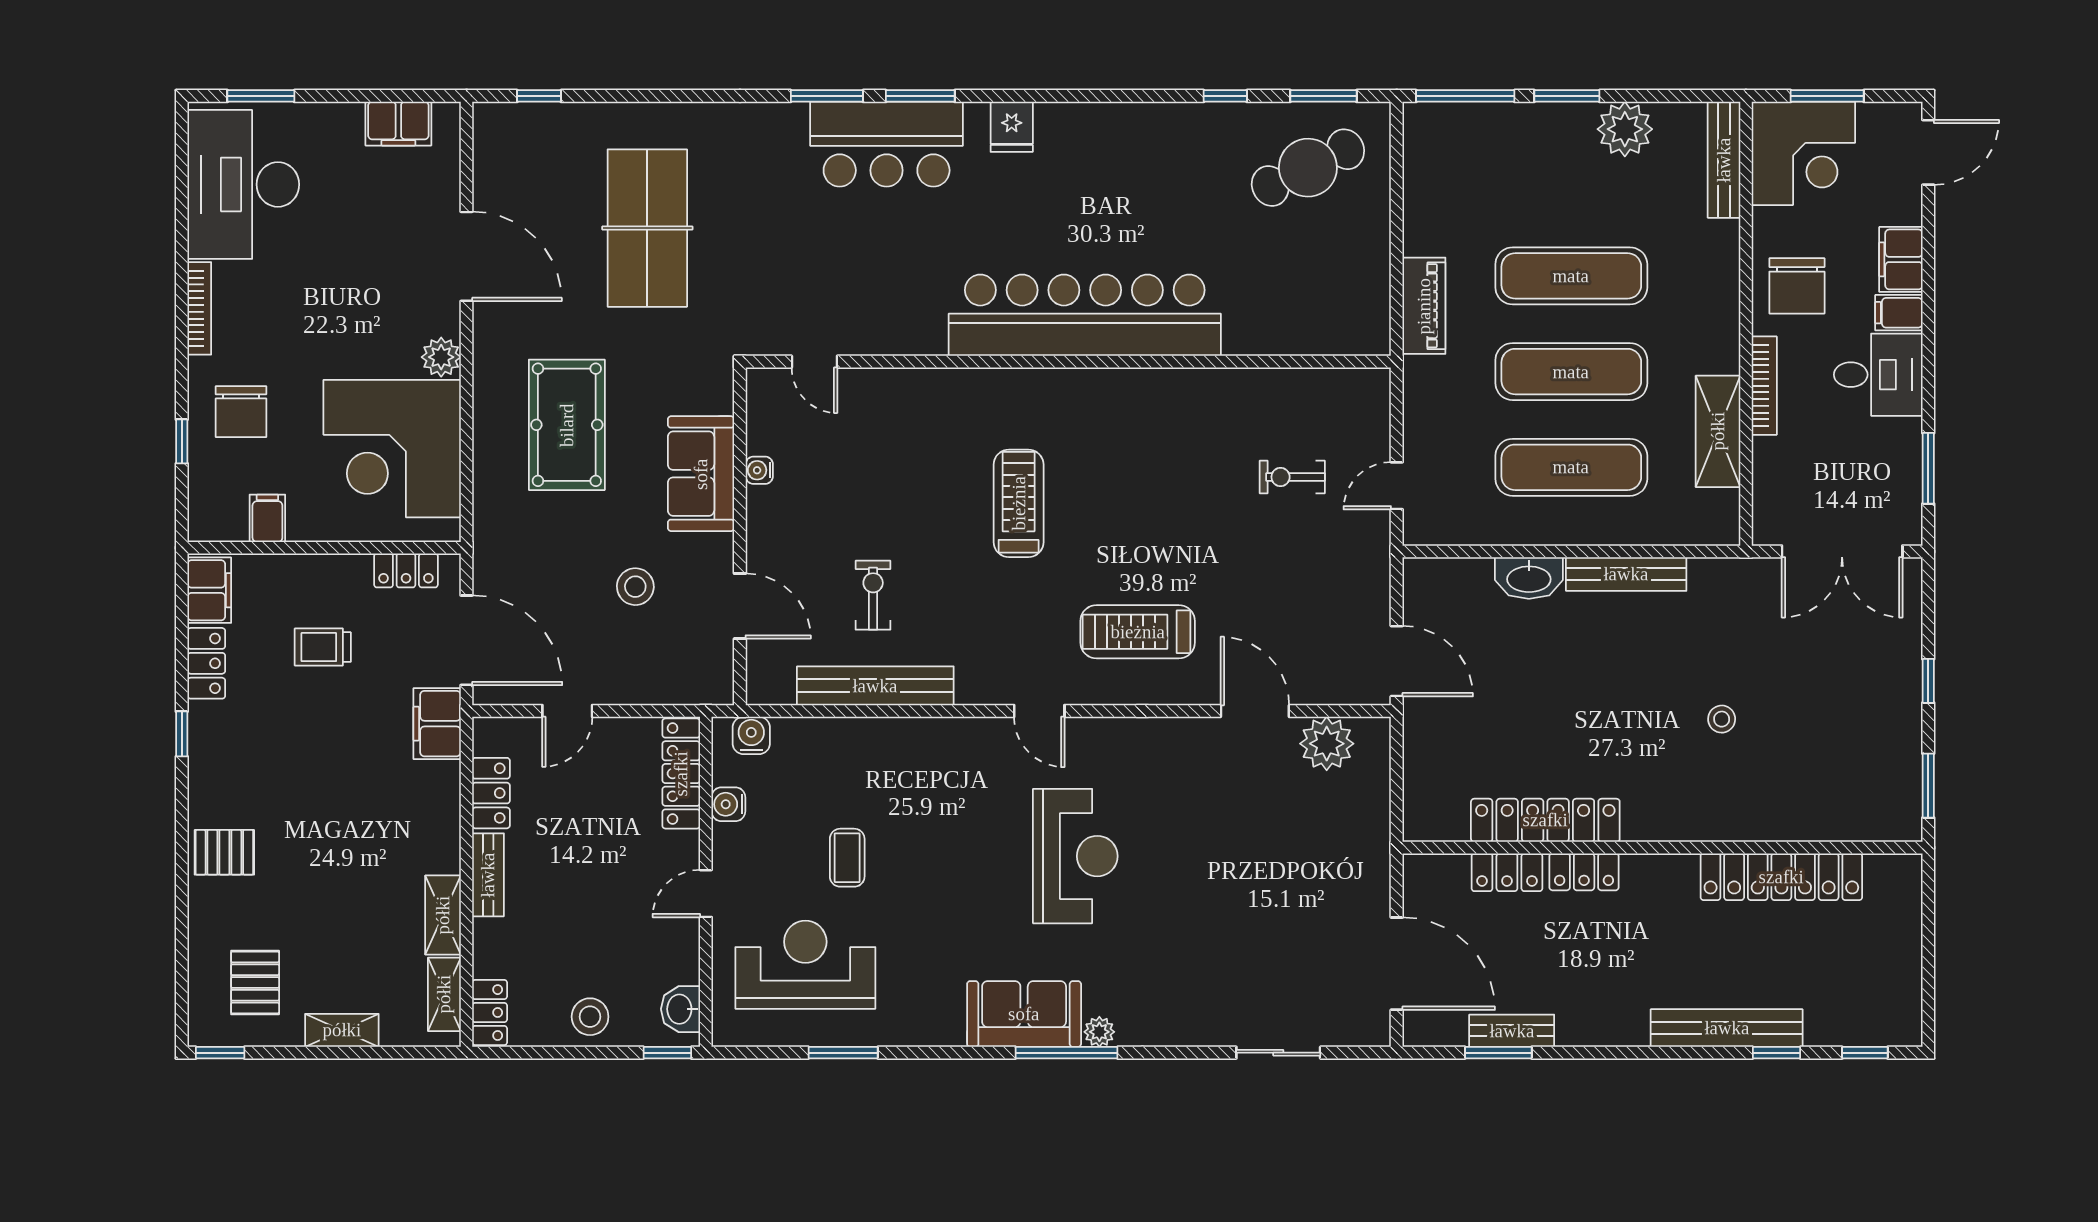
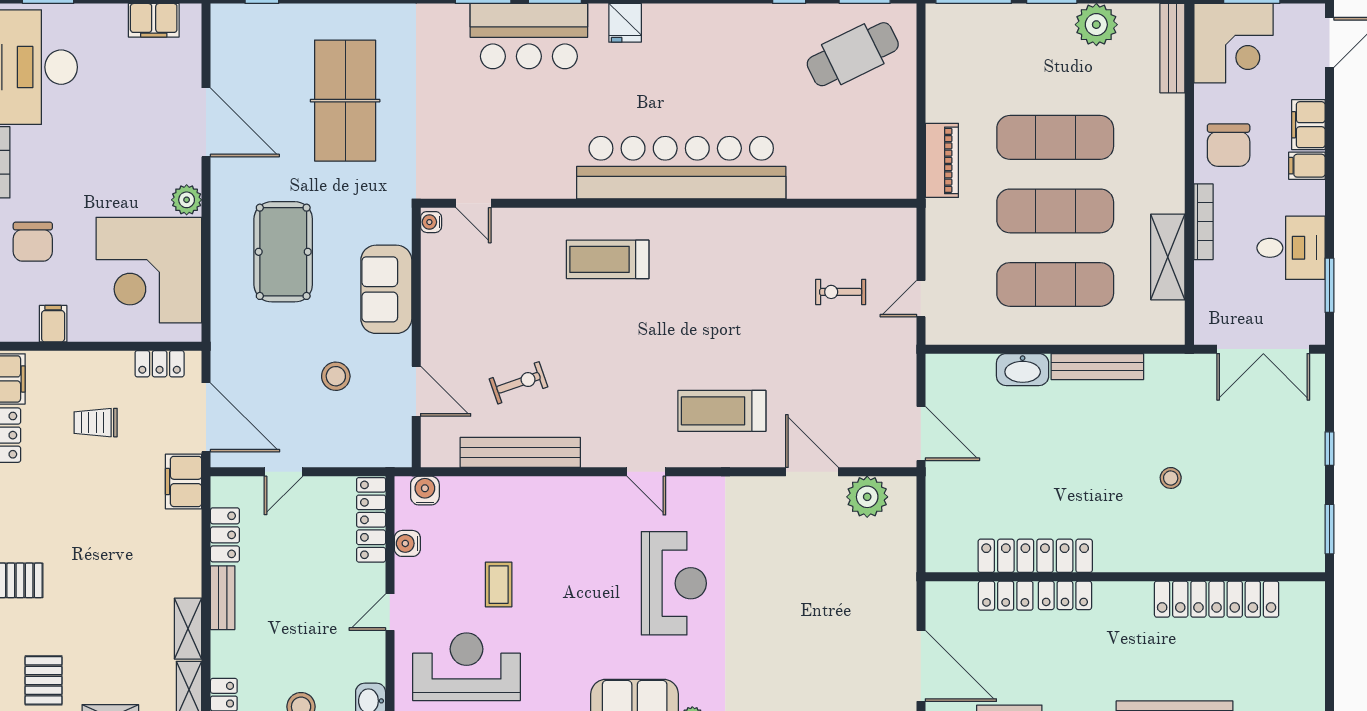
desk: (1878, 375) -> (1291, 248), moved
water cooler: (759, 470) -> (431, 222), moved
treadmill: (1019, 503) -> (608, 259), moved, turned -90
exercise bike: (873, 595) -> (519, 383), turned 71

